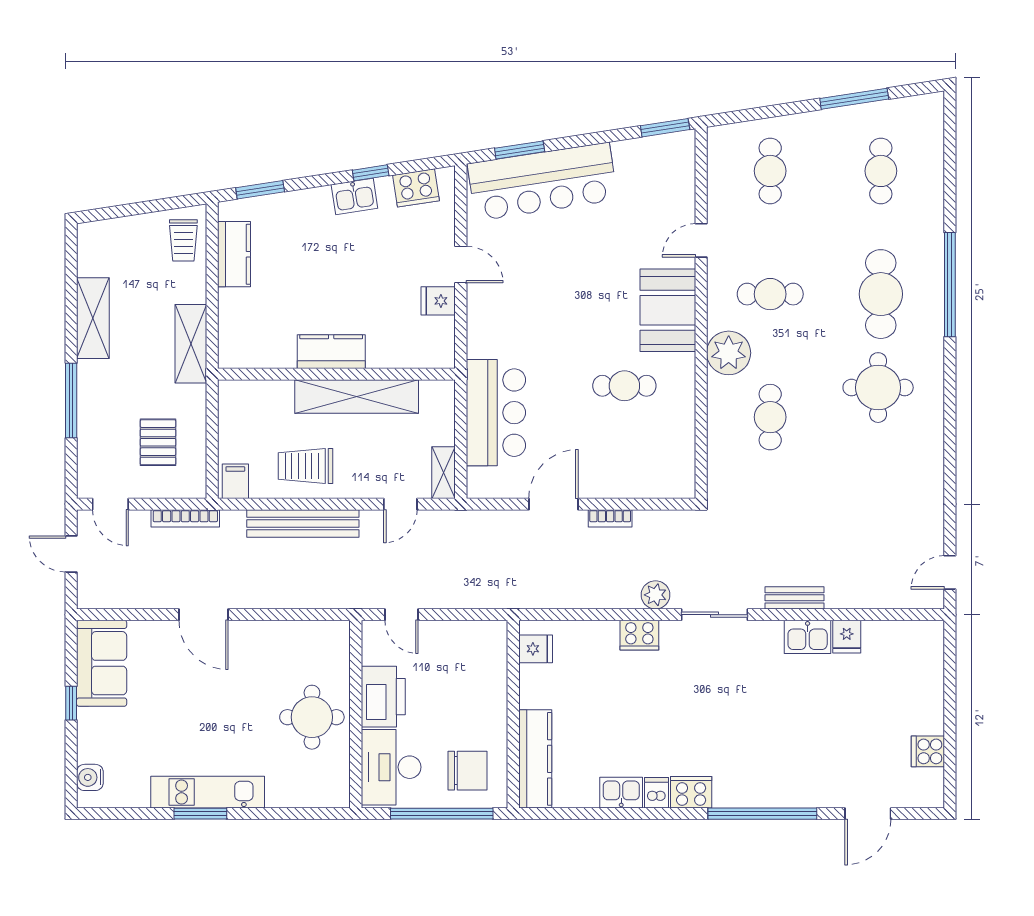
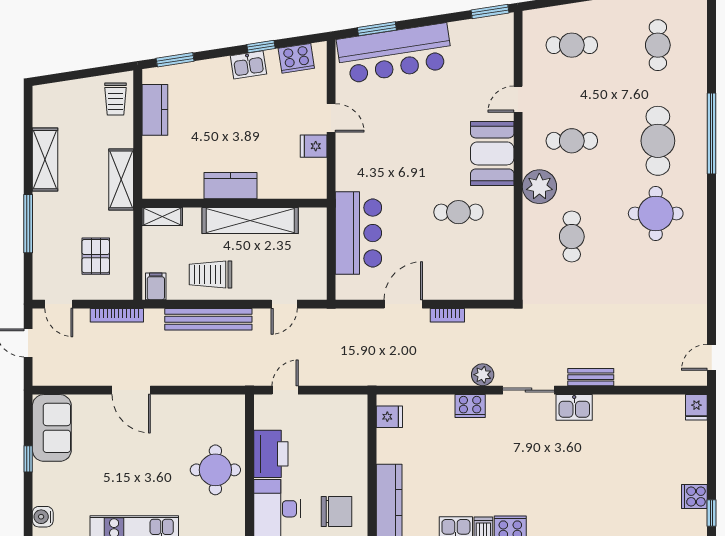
cafe table: (770, 171) -> (572, 45), turned 90
shelving: (444, 473) -> (162, 217), moved, turned 90
door: (401, 615) -> (285, 390), swing flipped
kitchen sink: (808, 637) -> (574, 407), moved
fridge: (847, 637) -> (696, 407), moved
window: (950, 773) -> (712, 513), added

